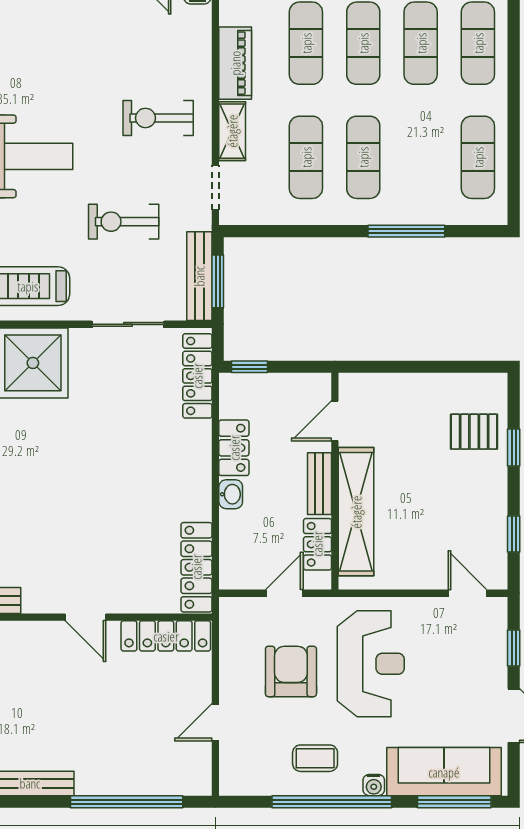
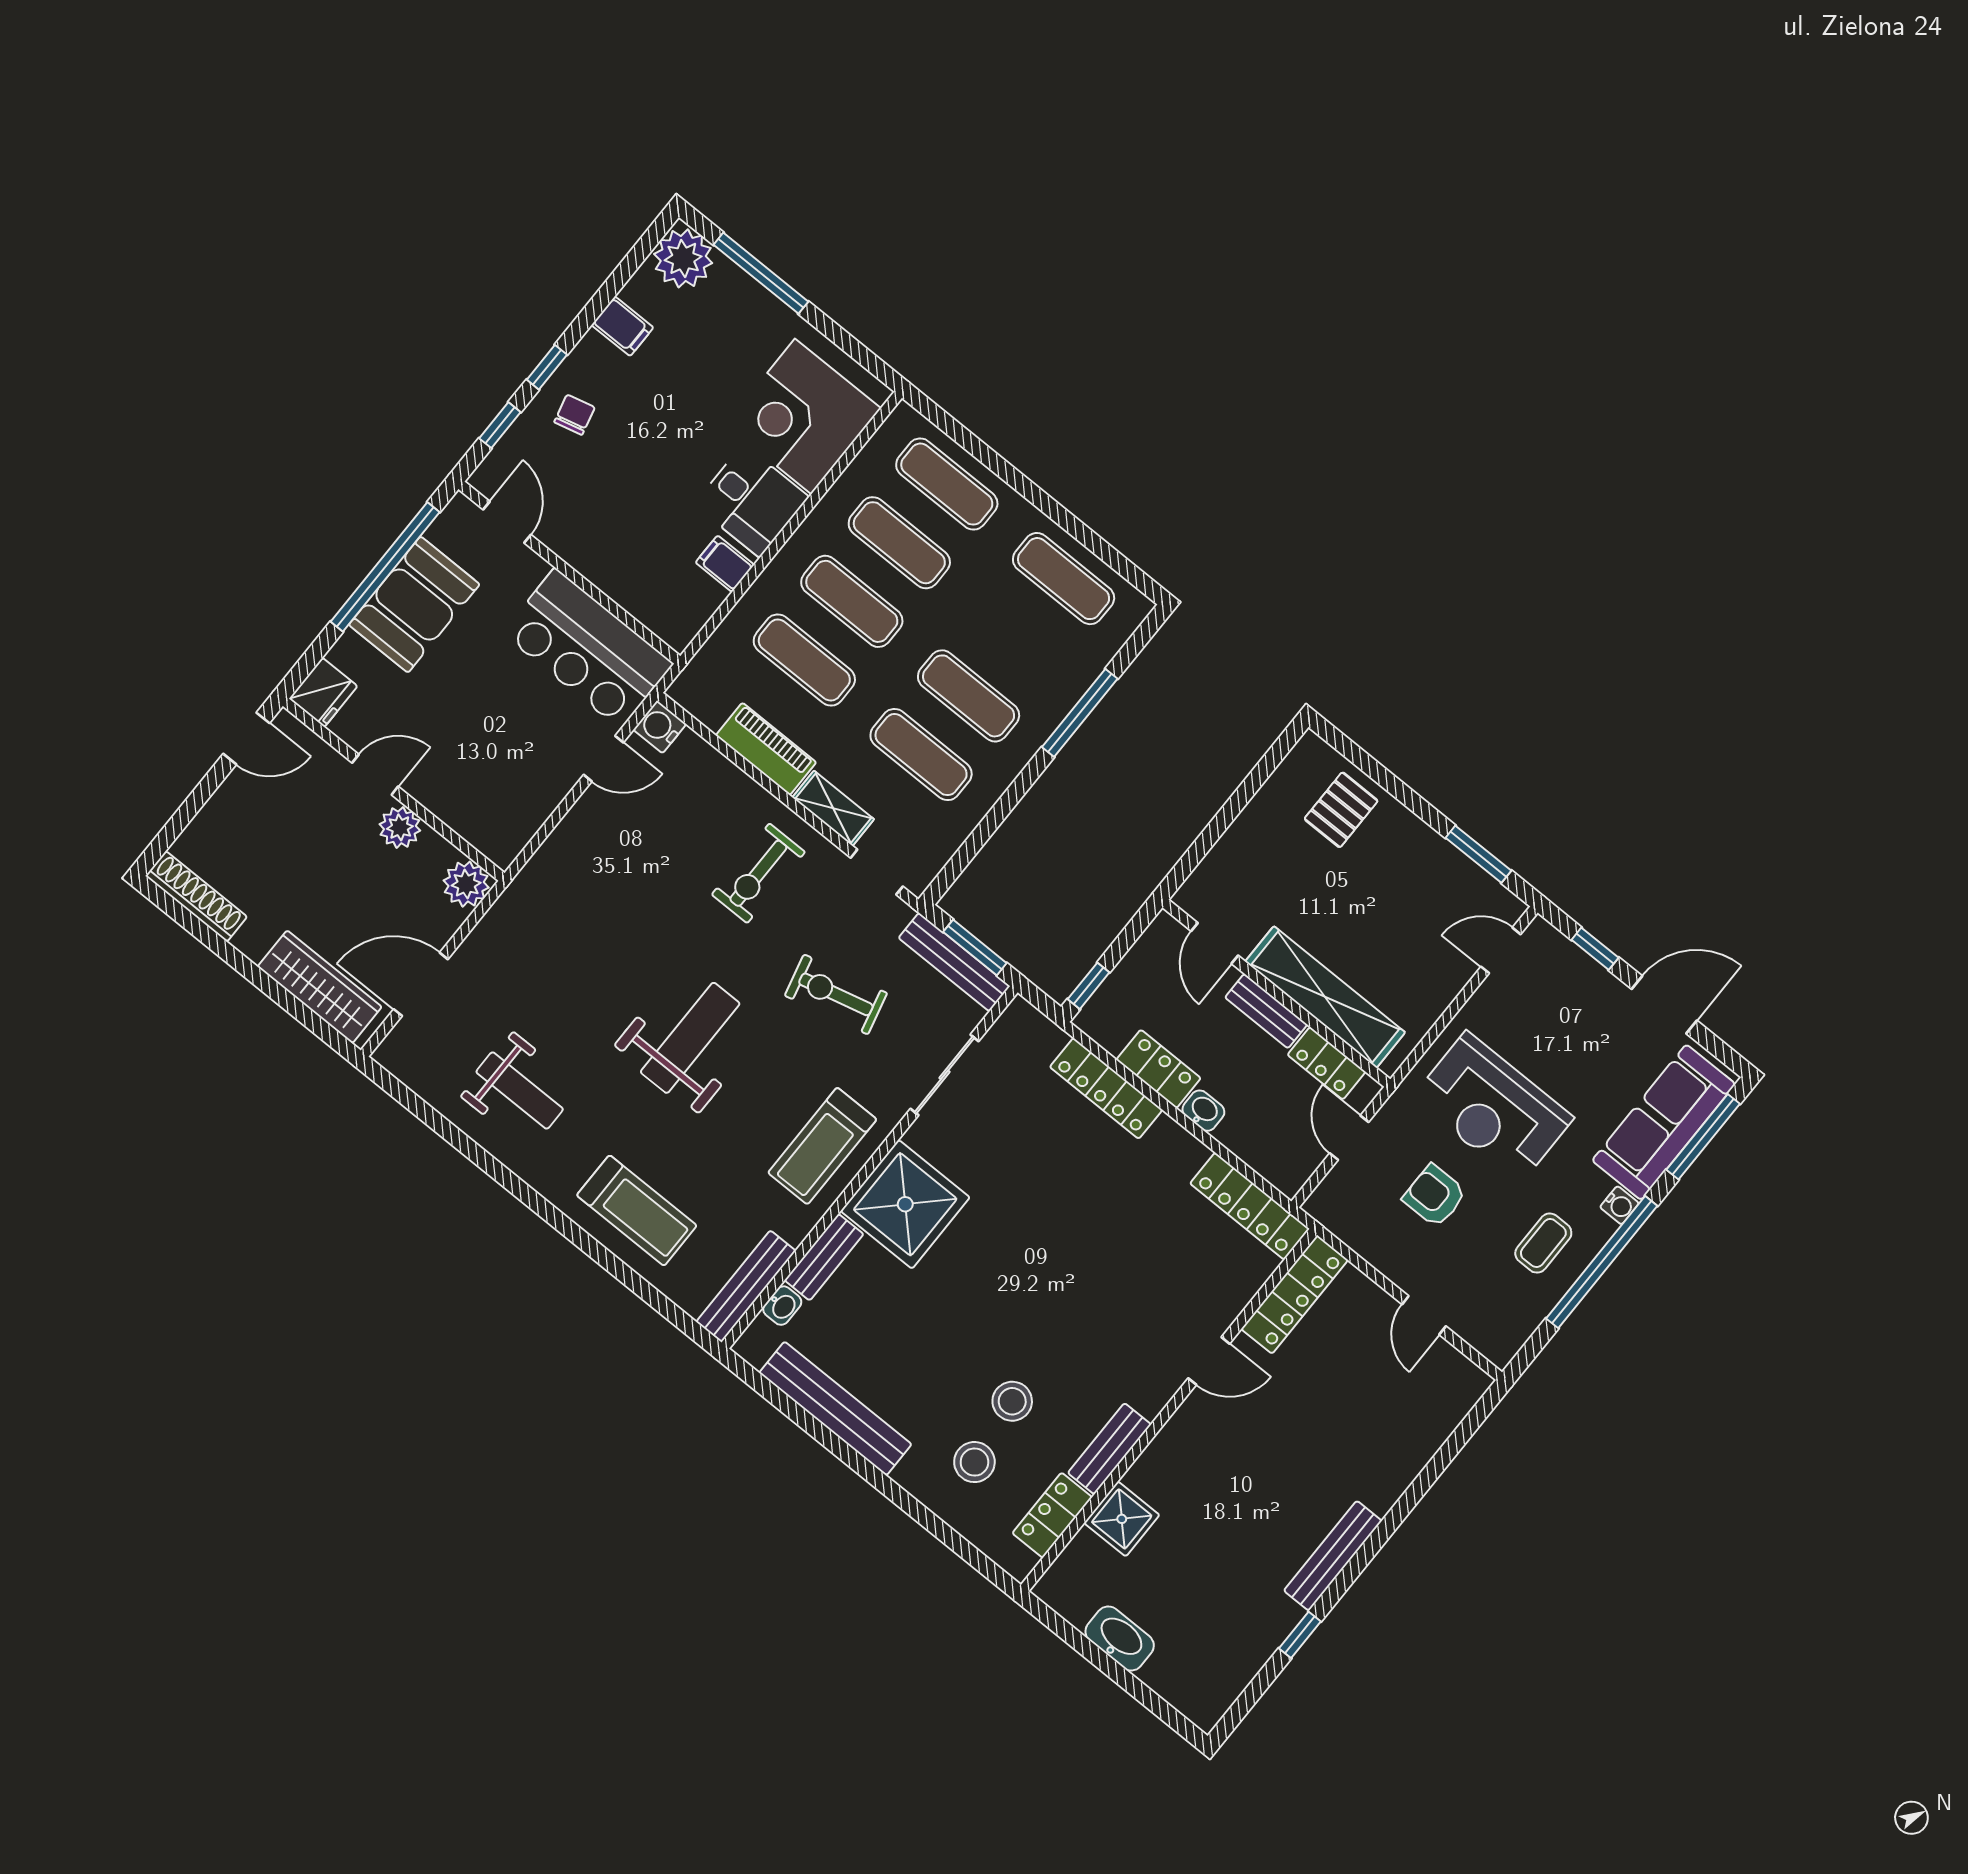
exercise bike: (124, 222) -> (836, 994), turned 76
locker: (197, 376) -> (1106, 1088), moved
window: (514, 447) -> (1390, 783), removed
window: (514, 534) -> (1478, 854), width x1.50
reception desk: (371, 664) -> (1493, 1108), turned 180
armchair: (291, 671) -> (1435, 1196), width x0.72, depth x0.72
window: (127, 802) -> (1432, 1472), removed

